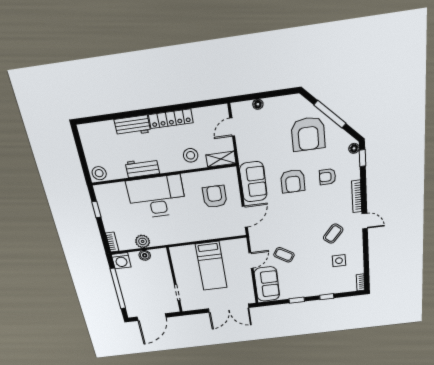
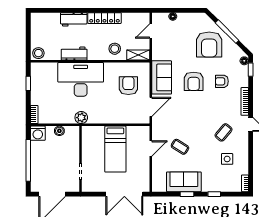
plant: (143, 241) -> (81, 118), moved
sofa: (267, 284) -> (184, 182), moved, turned -90

